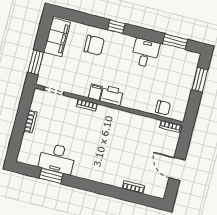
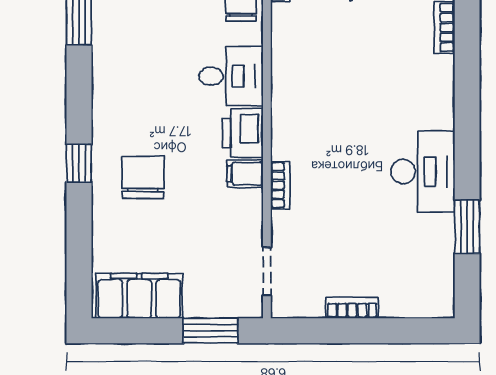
chair: (94, 45) -> (143, 178), moved
desk: (145, 53) -> (231, 76), moved, turned 180
desk: (57, 158) -> (423, 172), moved

